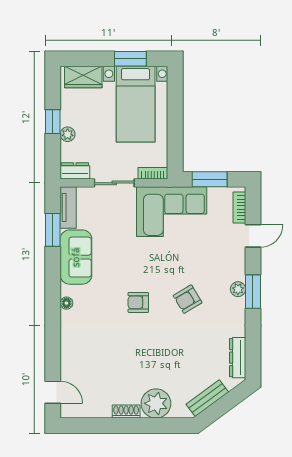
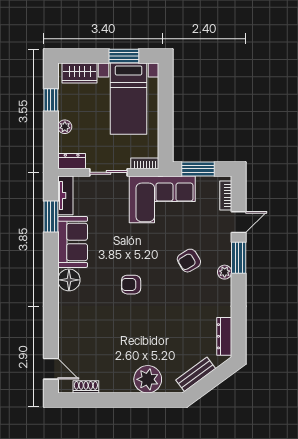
window: (53, 122) -> (51, 100), moved
window: (253, 292) -> (239, 258), moved
armchair: (188, 299) -> (189, 261), moved
floor lamp: (66, 303) -> (69, 280), width x1.89, depth x1.89
shoe rack: (126, 412) -> (86, 387), moved

